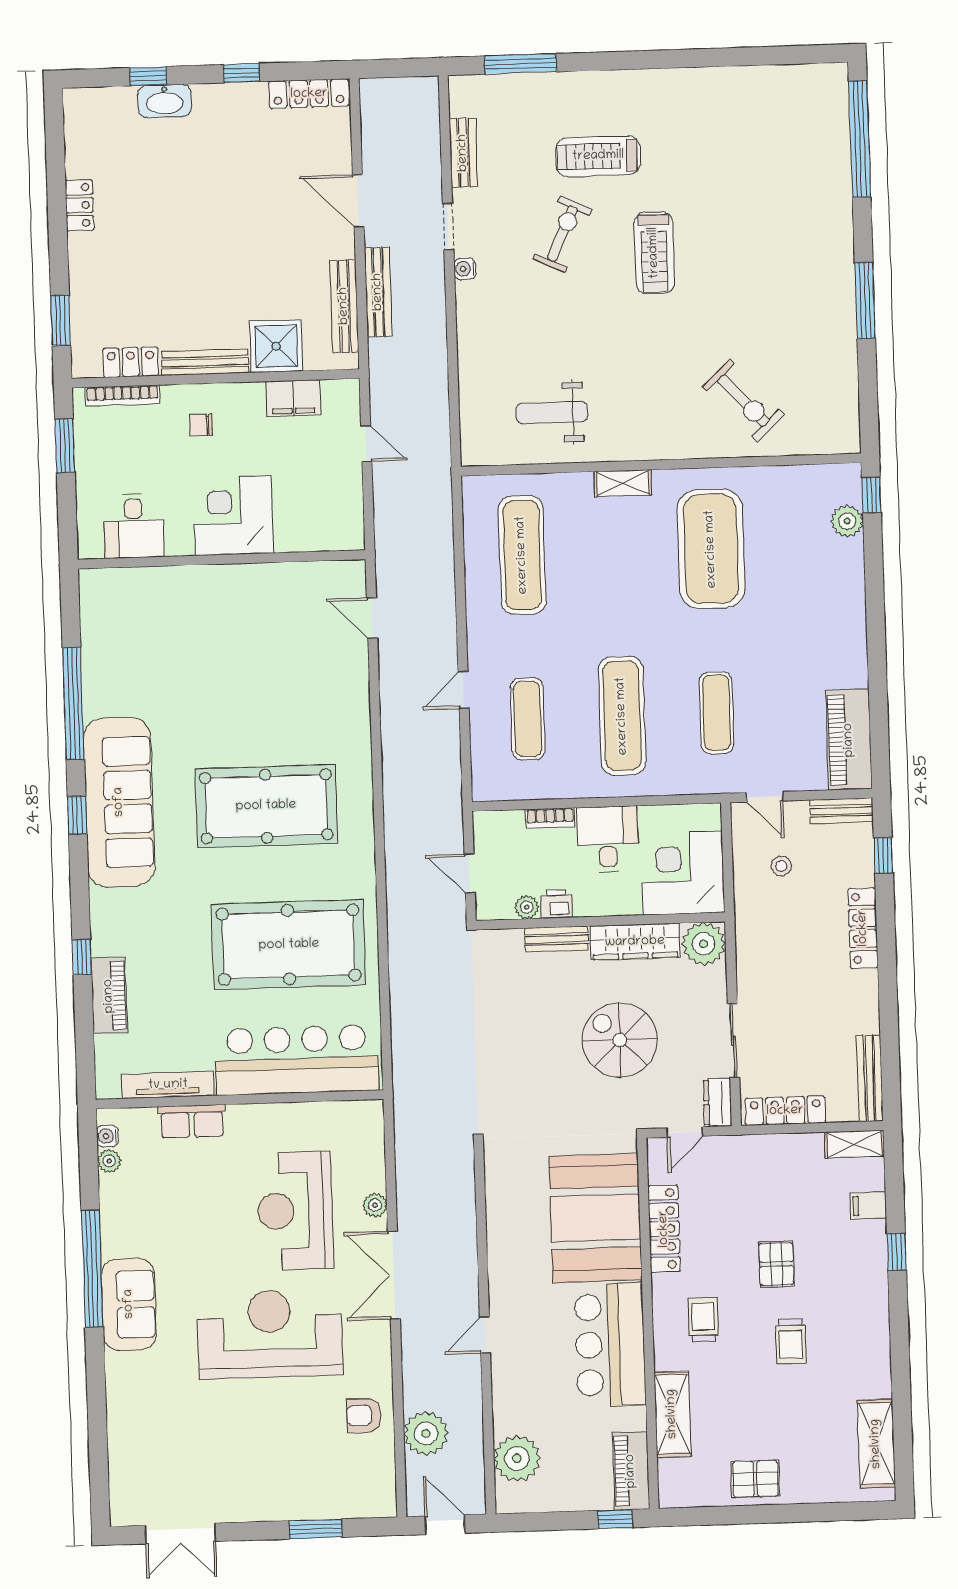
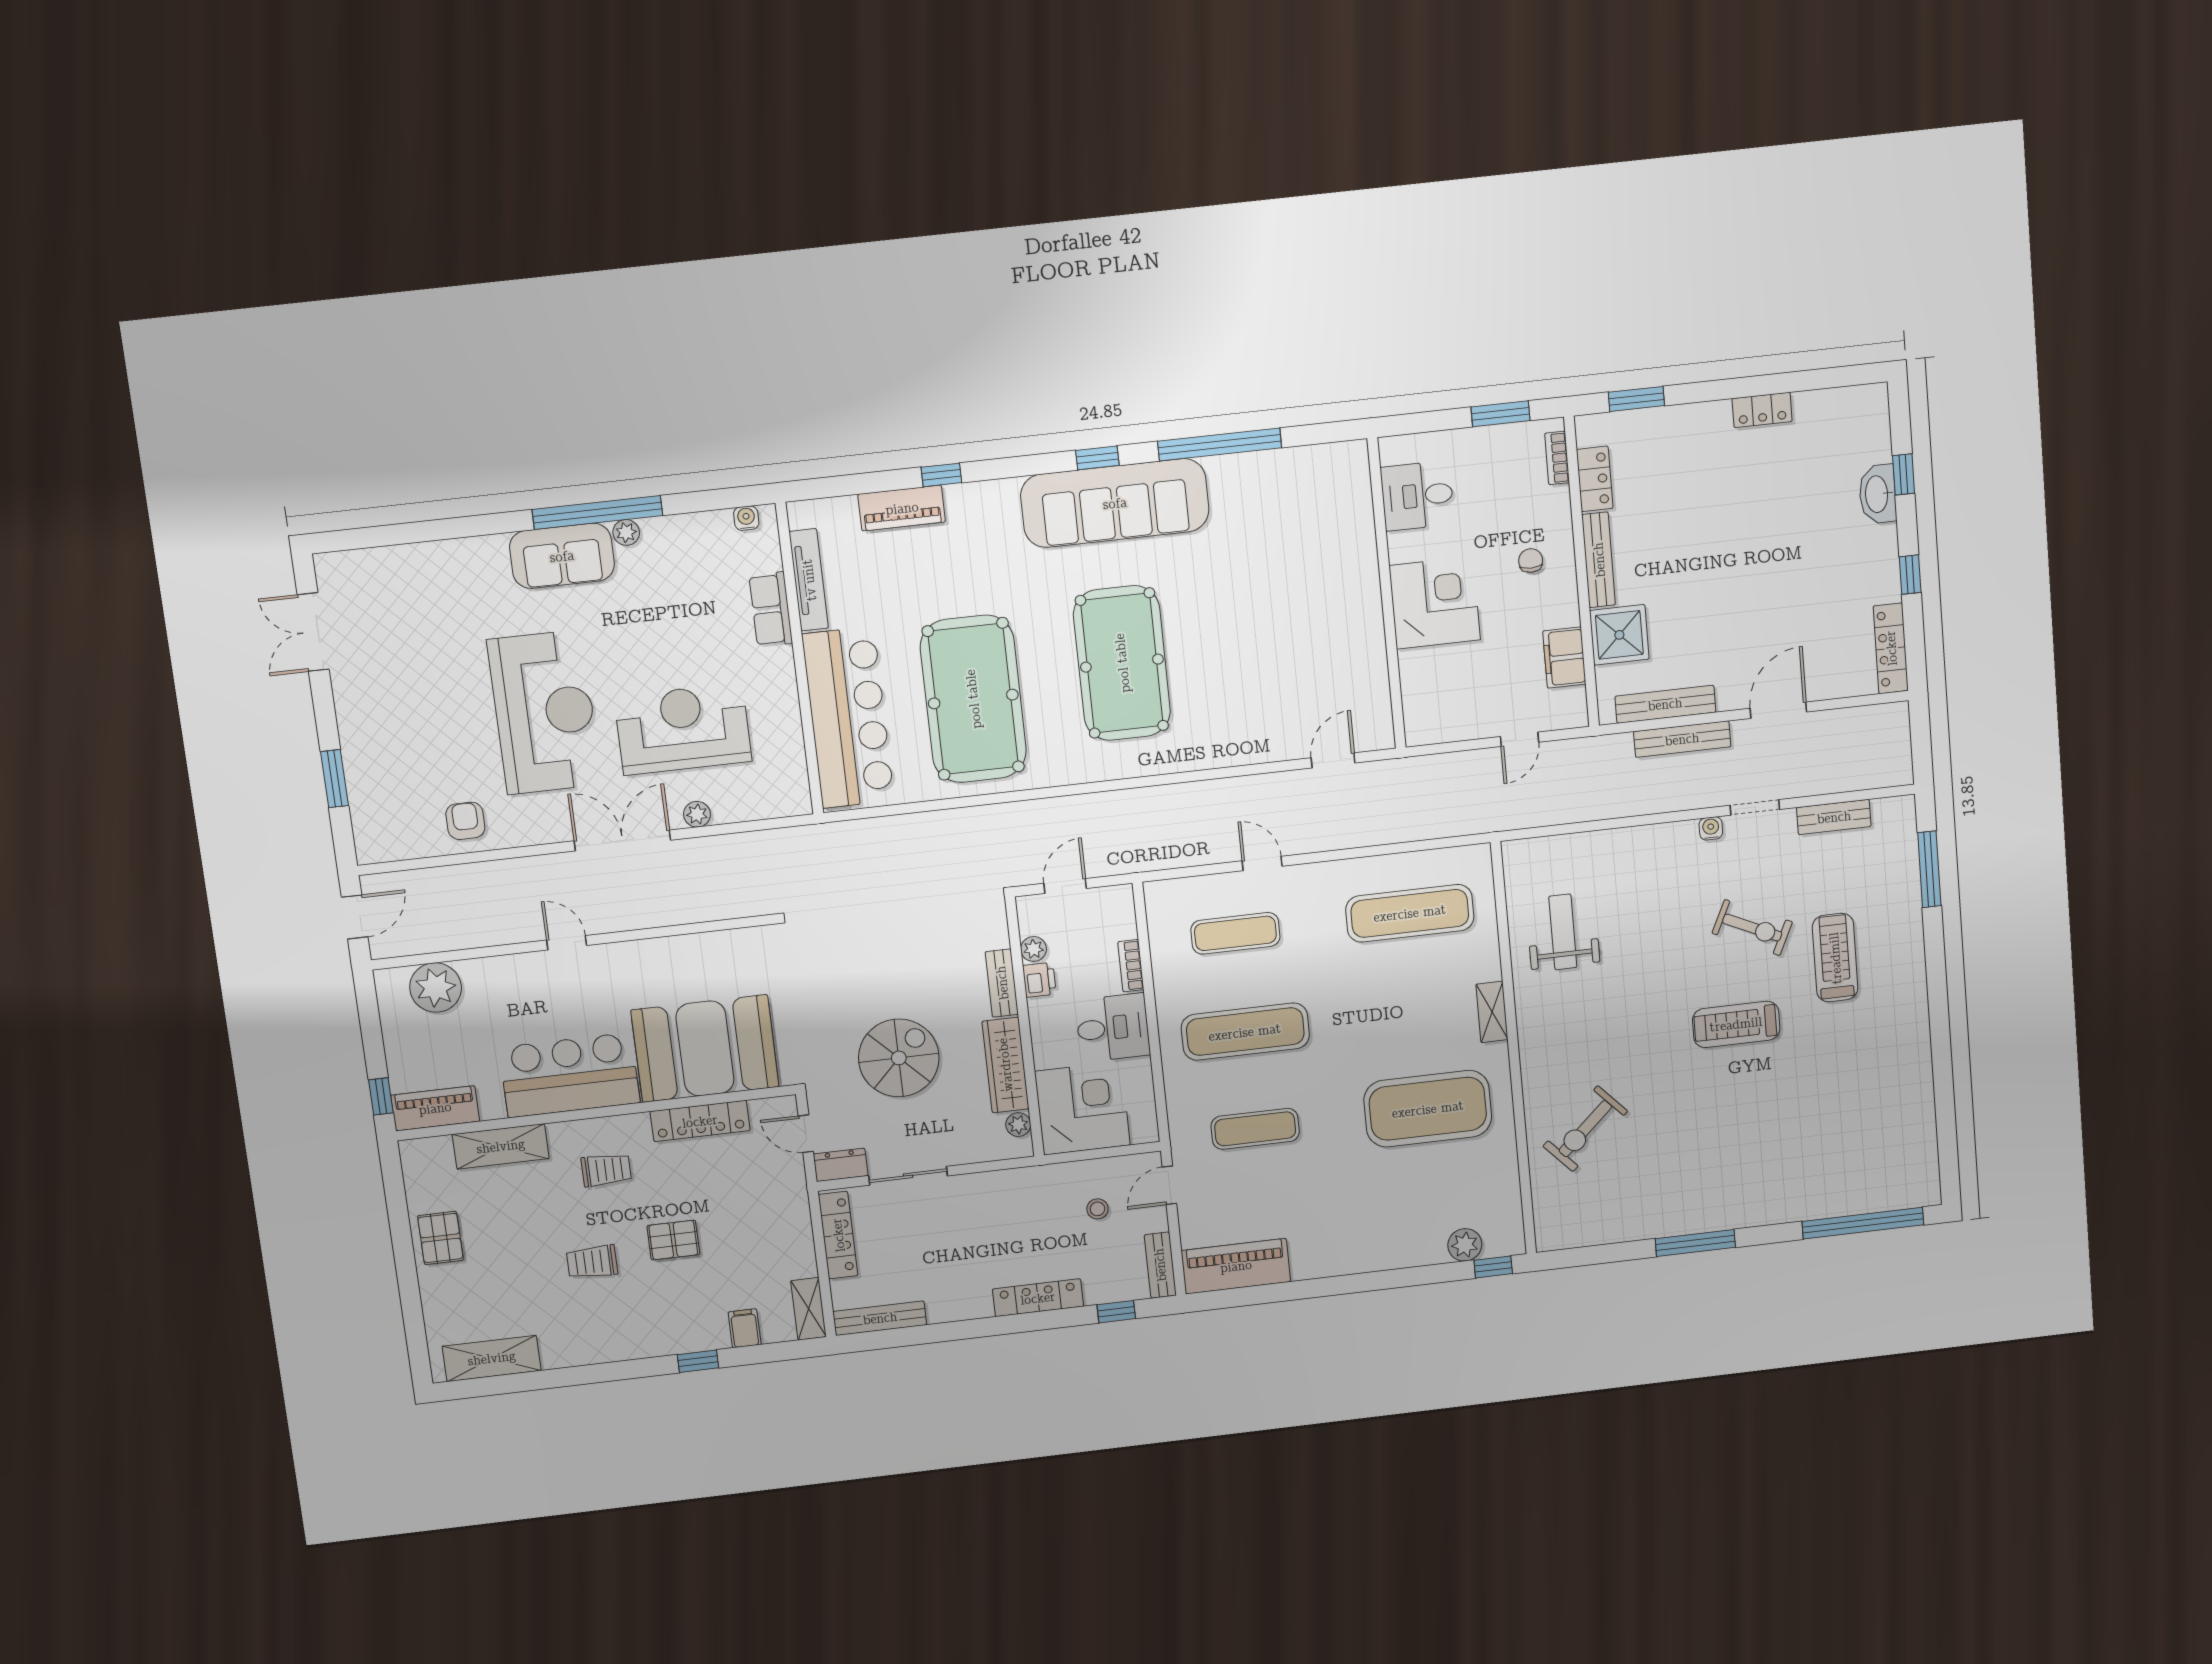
bookcase: (122, 395) -> (1557, 458), width x0.64
plant: (704, 944) -> (1018, 1125), width x0.53, depth x0.53
plant: (109, 1161) -> (626, 532), moved
plant: (426, 1433) -> (453, 889), removed

